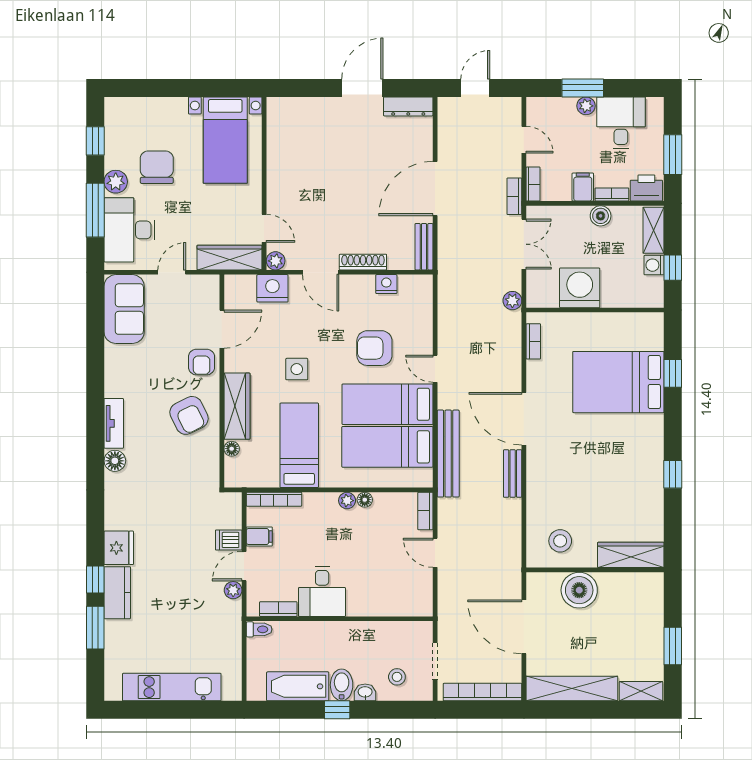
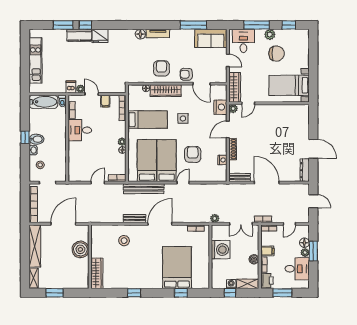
floor lamp: (565, 107) -> (304, 243), added
desk: (130, 230) -> (243, 41), width x0.73
window: (95, 347) -> (193, 25), added
armchair: (189, 415) -> (161, 68), turned 116
dishwasher: (229, 540) -> (71, 87), moved
stool: (560, 541) -> (124, 241), moved
bathtub: (298, 686) -> (43, 102), moved, turned 90

